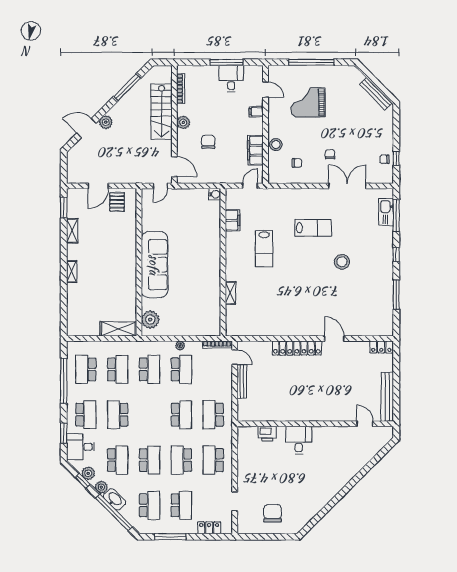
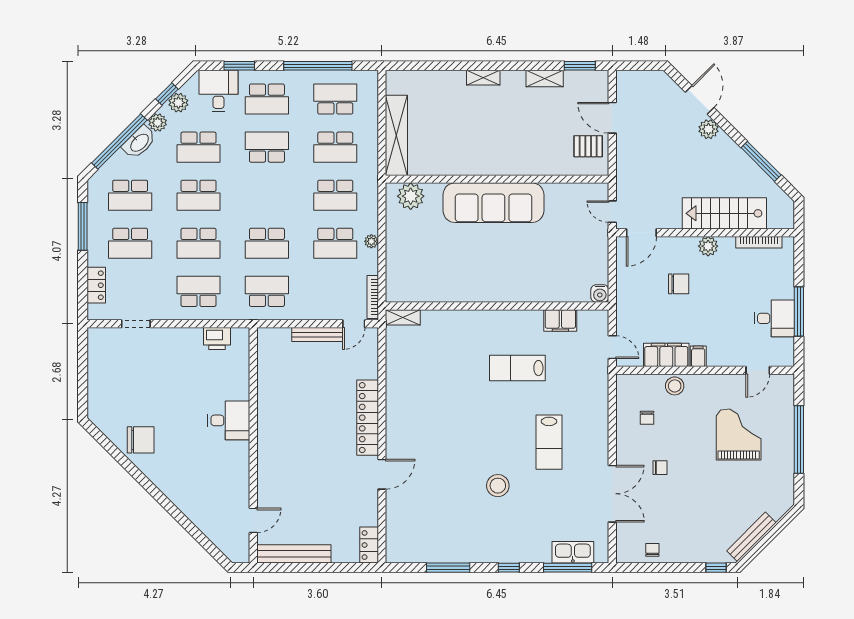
filing cabinet: (256, 112) -> (698, 356), moved
window: (396, 158) -> (716, 568), moved
shelving: (230, 293) -> (403, 317), moved
shelving: (118, 329) -> (396, 135), width x1.47
printer: (267, 434) -> (217, 339), moved, turned -90
school desk: (181, 460) -> (199, 243), turned 180
chair: (273, 513) -> (141, 440), moved

